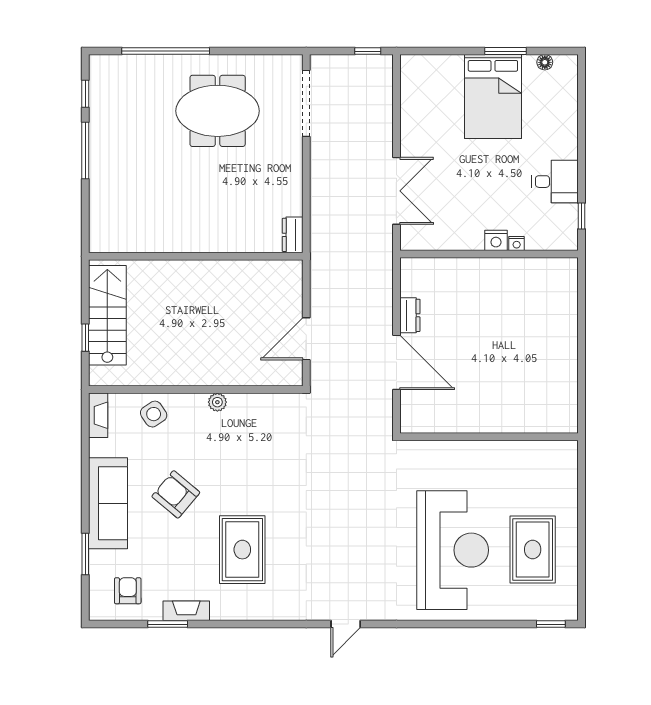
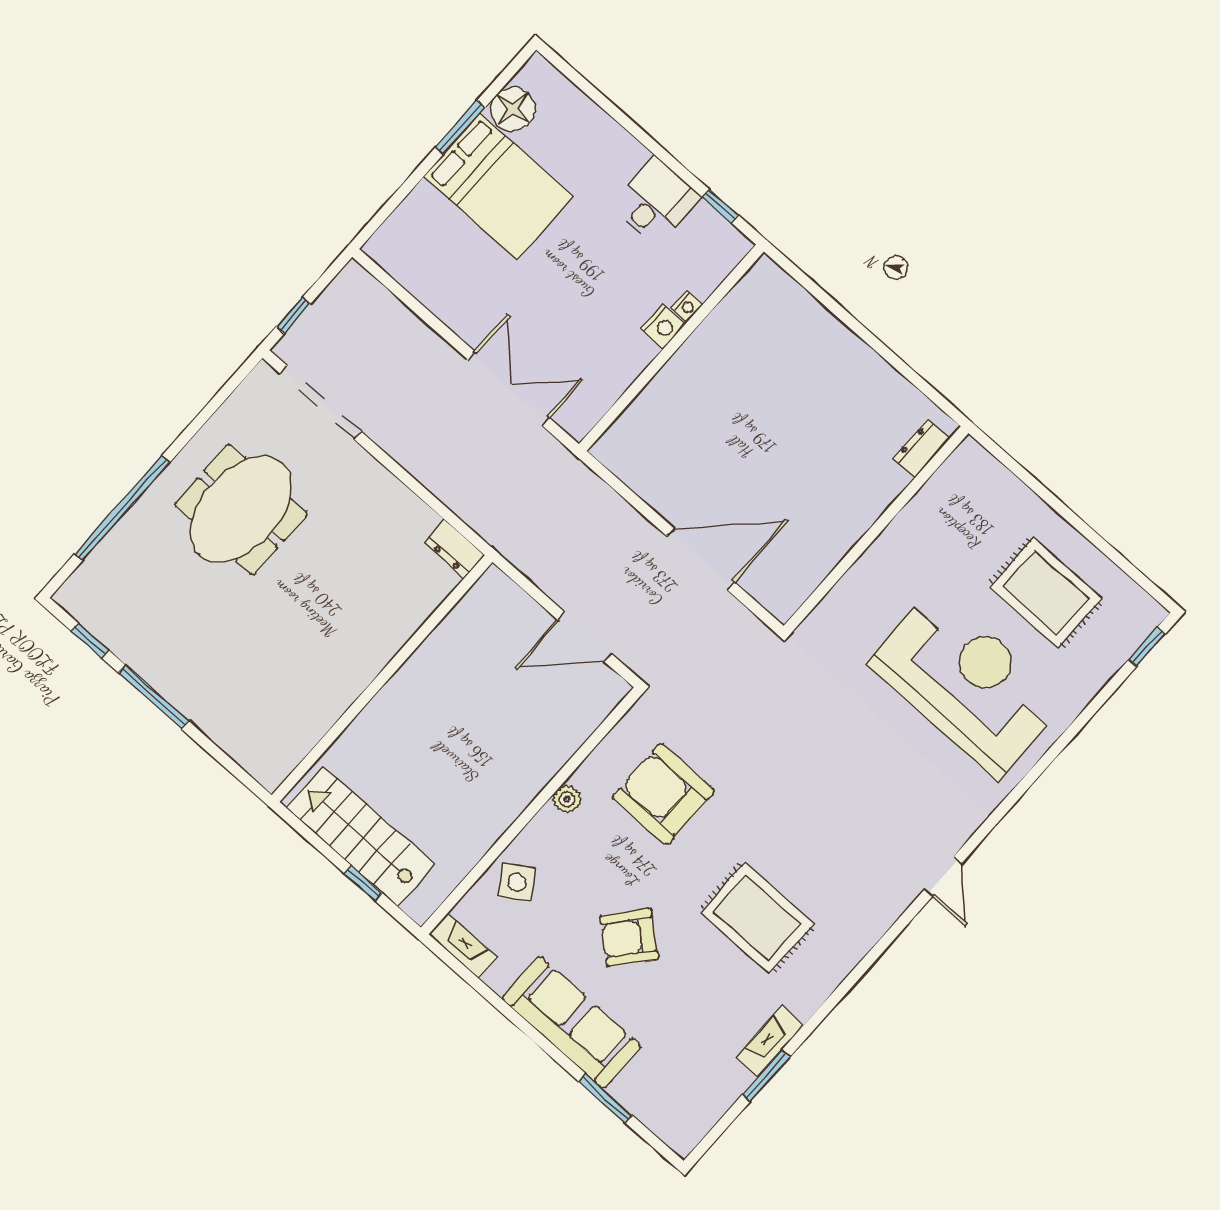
window: (368, 51) -> (293, 315), moved
floor lamp: (545, 62) -> (513, 109), width x1.89, depth x1.89
dresser: (410, 315) -> (921, 448), moved, turned -90
door: (306, 339) -> (584, 637), hinge flipped
armchair: (128, 591) -> (664, 794), moved, width x1.88, depth x1.88

